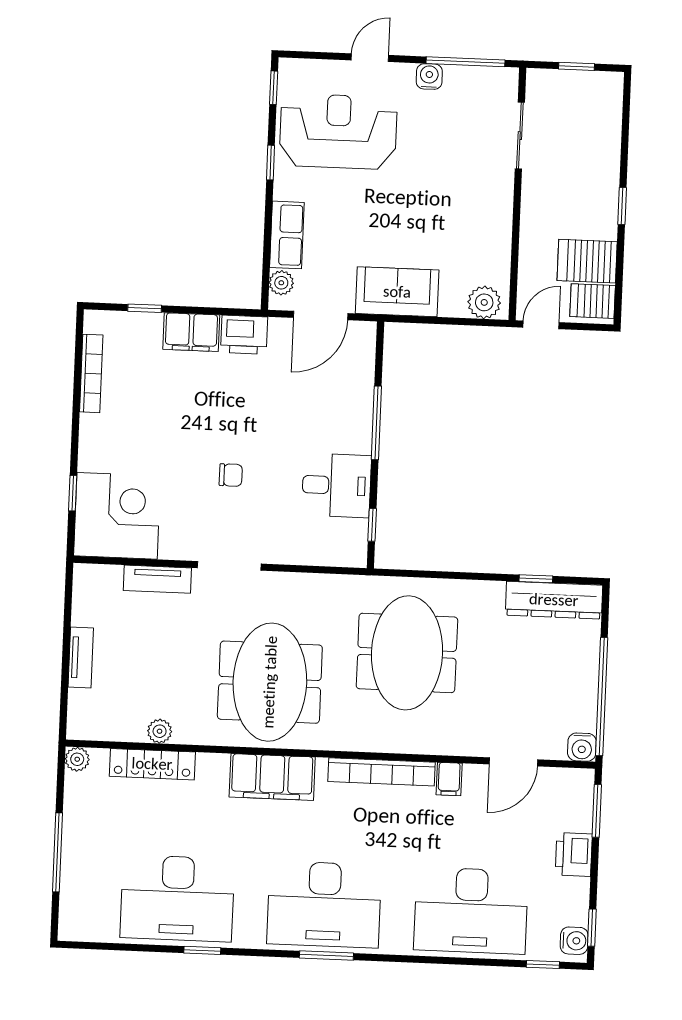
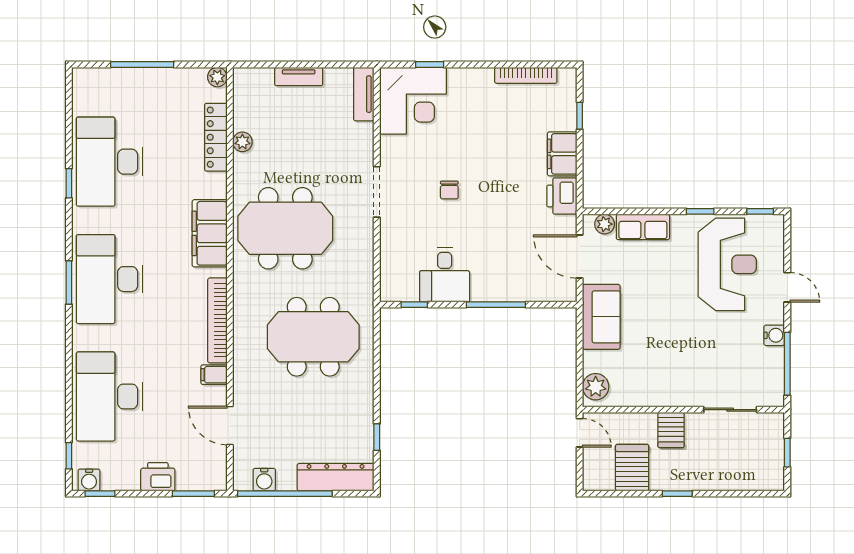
server rack: (593, 301) -> (671, 430), moved, turned 180
tv unit: (157, 579) -> (364, 94), moved
dresser: (554, 600) -> (336, 477), moved, turned 90
water cooler: (582, 747) -> (264, 480), moved, turned -90

